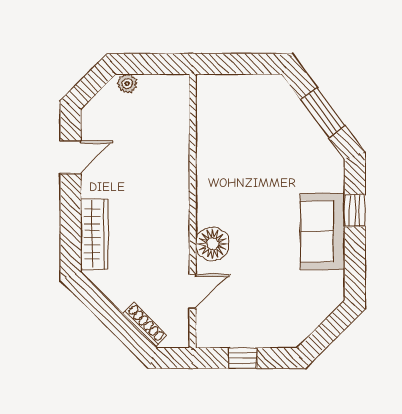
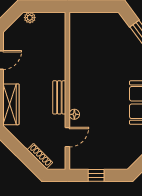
bench: (179, 222) -> (59, 97), added
floor lamp: (213, 244) -> (74, 114), width x0.53, depth x0.53

